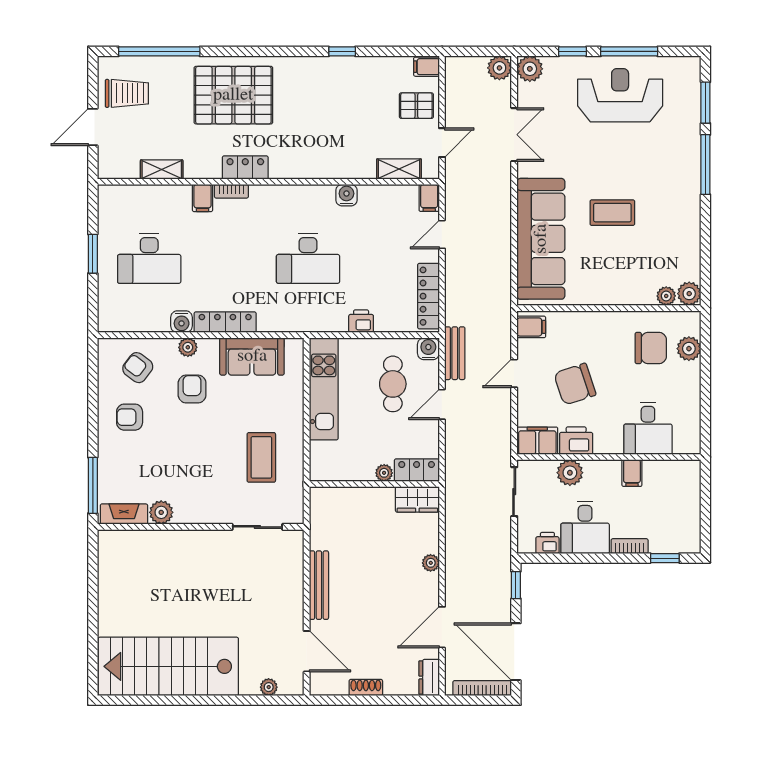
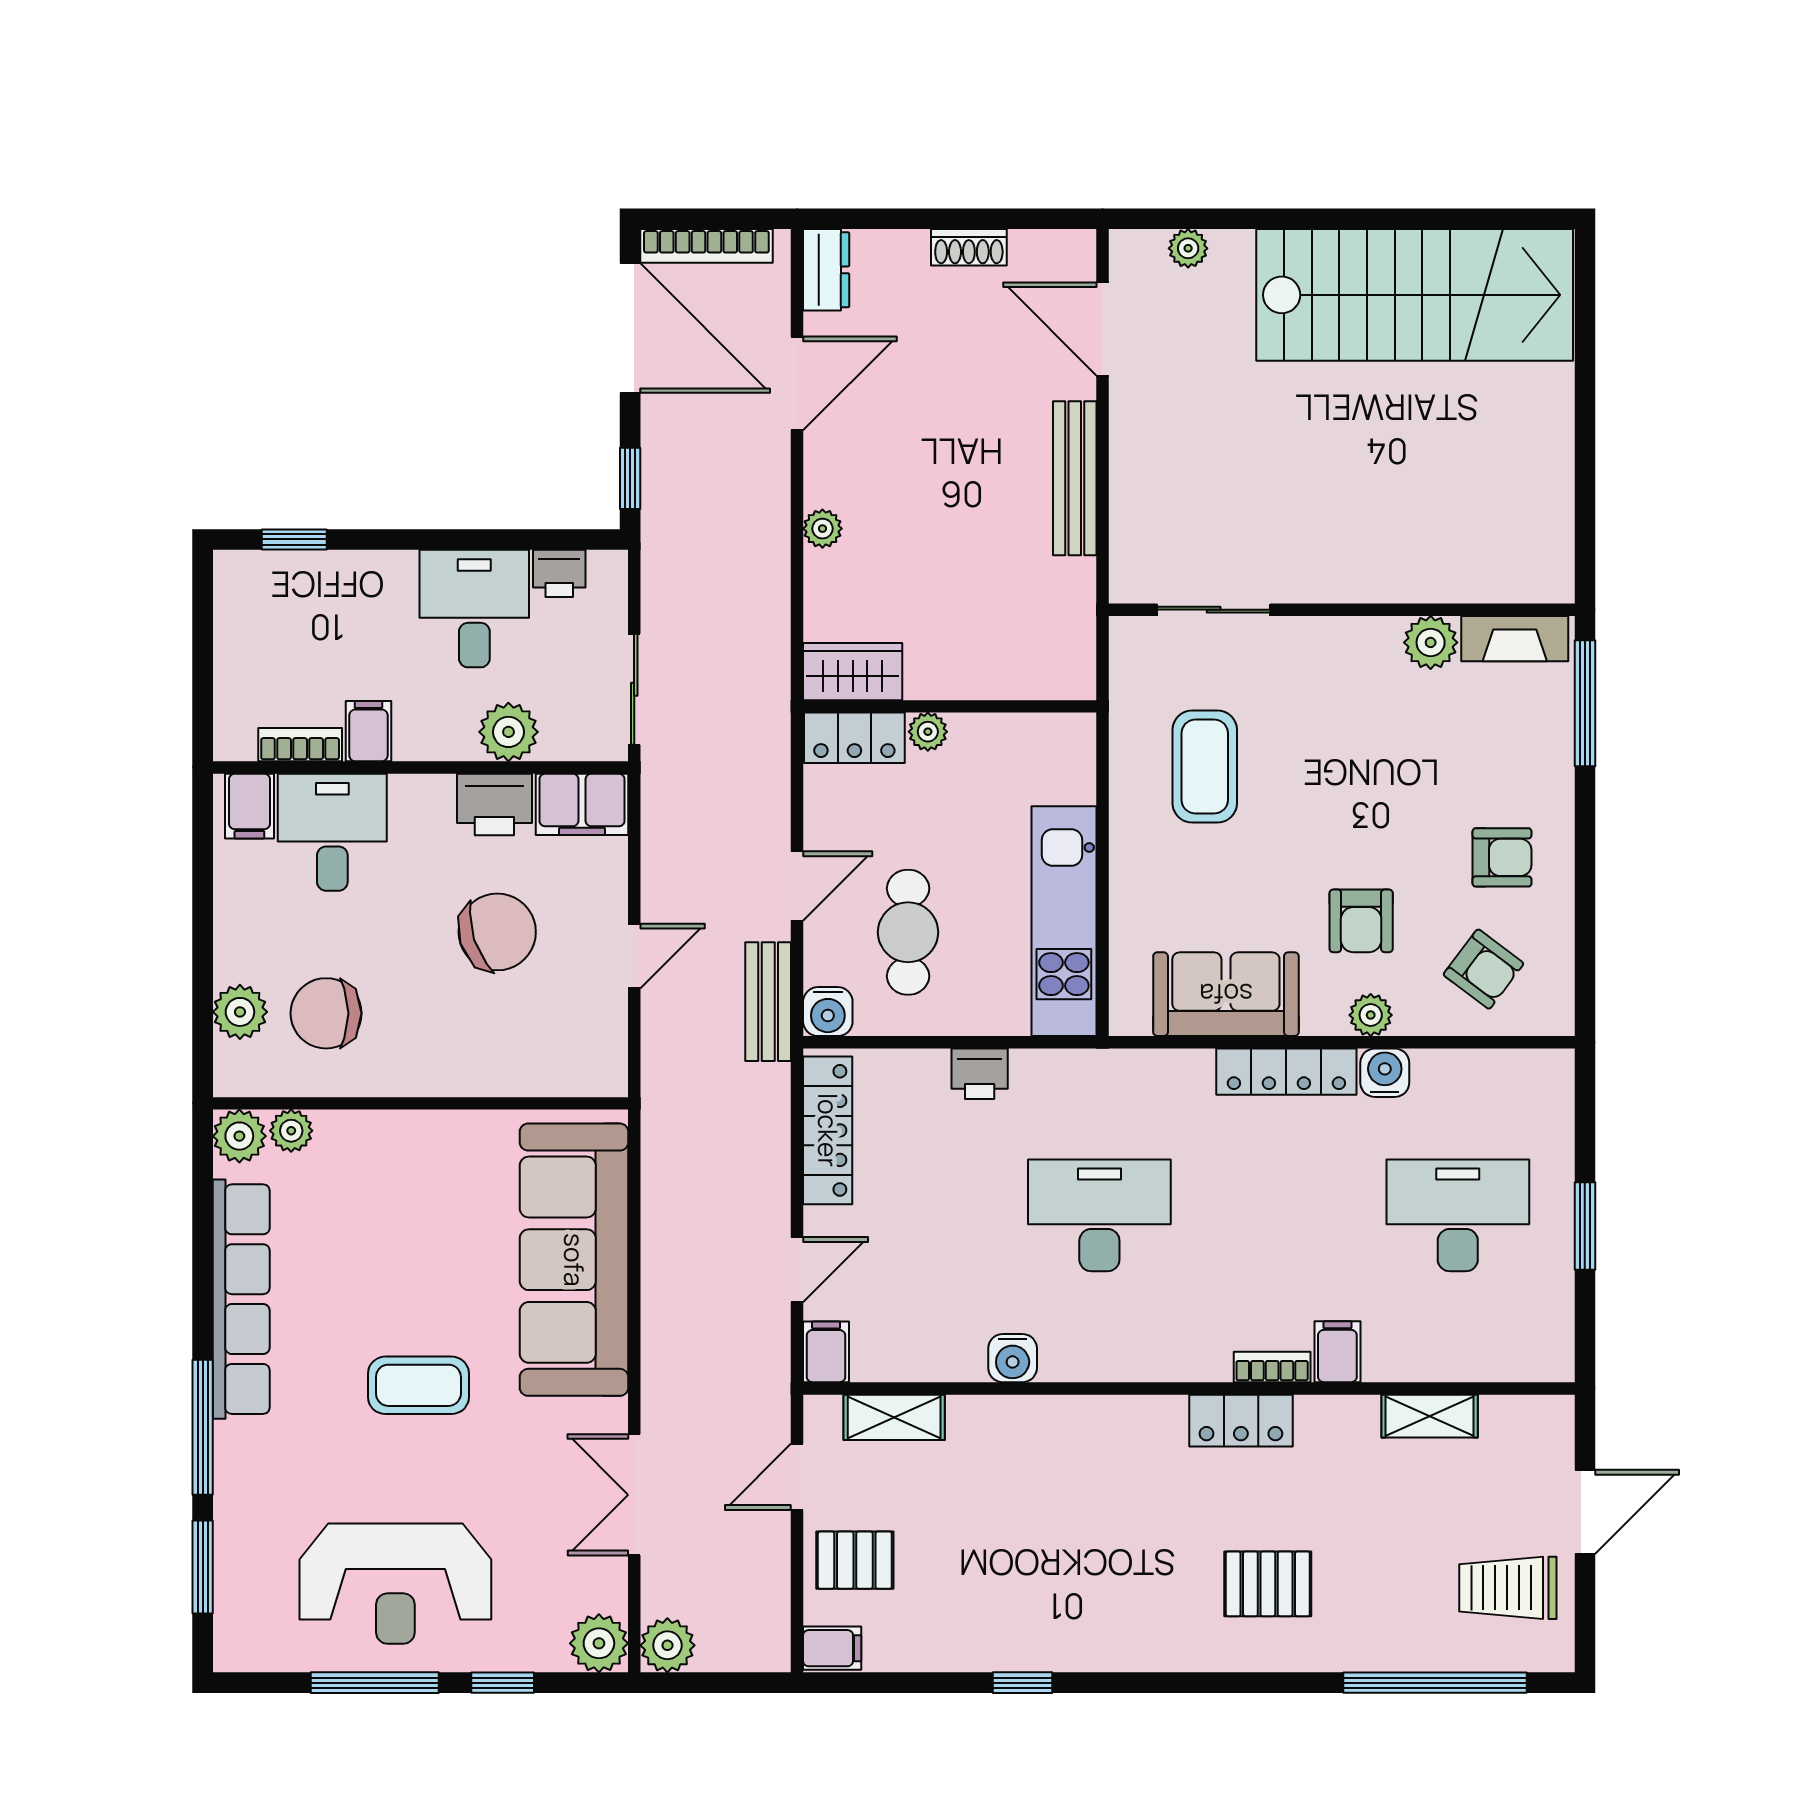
pallet: (233, 95) -> (1268, 1584), width x0.49, depth x0.50
coffee table: (612, 213) -> (418, 1385), moved
row of seats: (688, 221) -> (241, 1299), added
filing cabinet: (531, 327) -> (249, 806), moved, turned -90
bookcase: (630, 546) -> (300, 745), moved, turned 180

